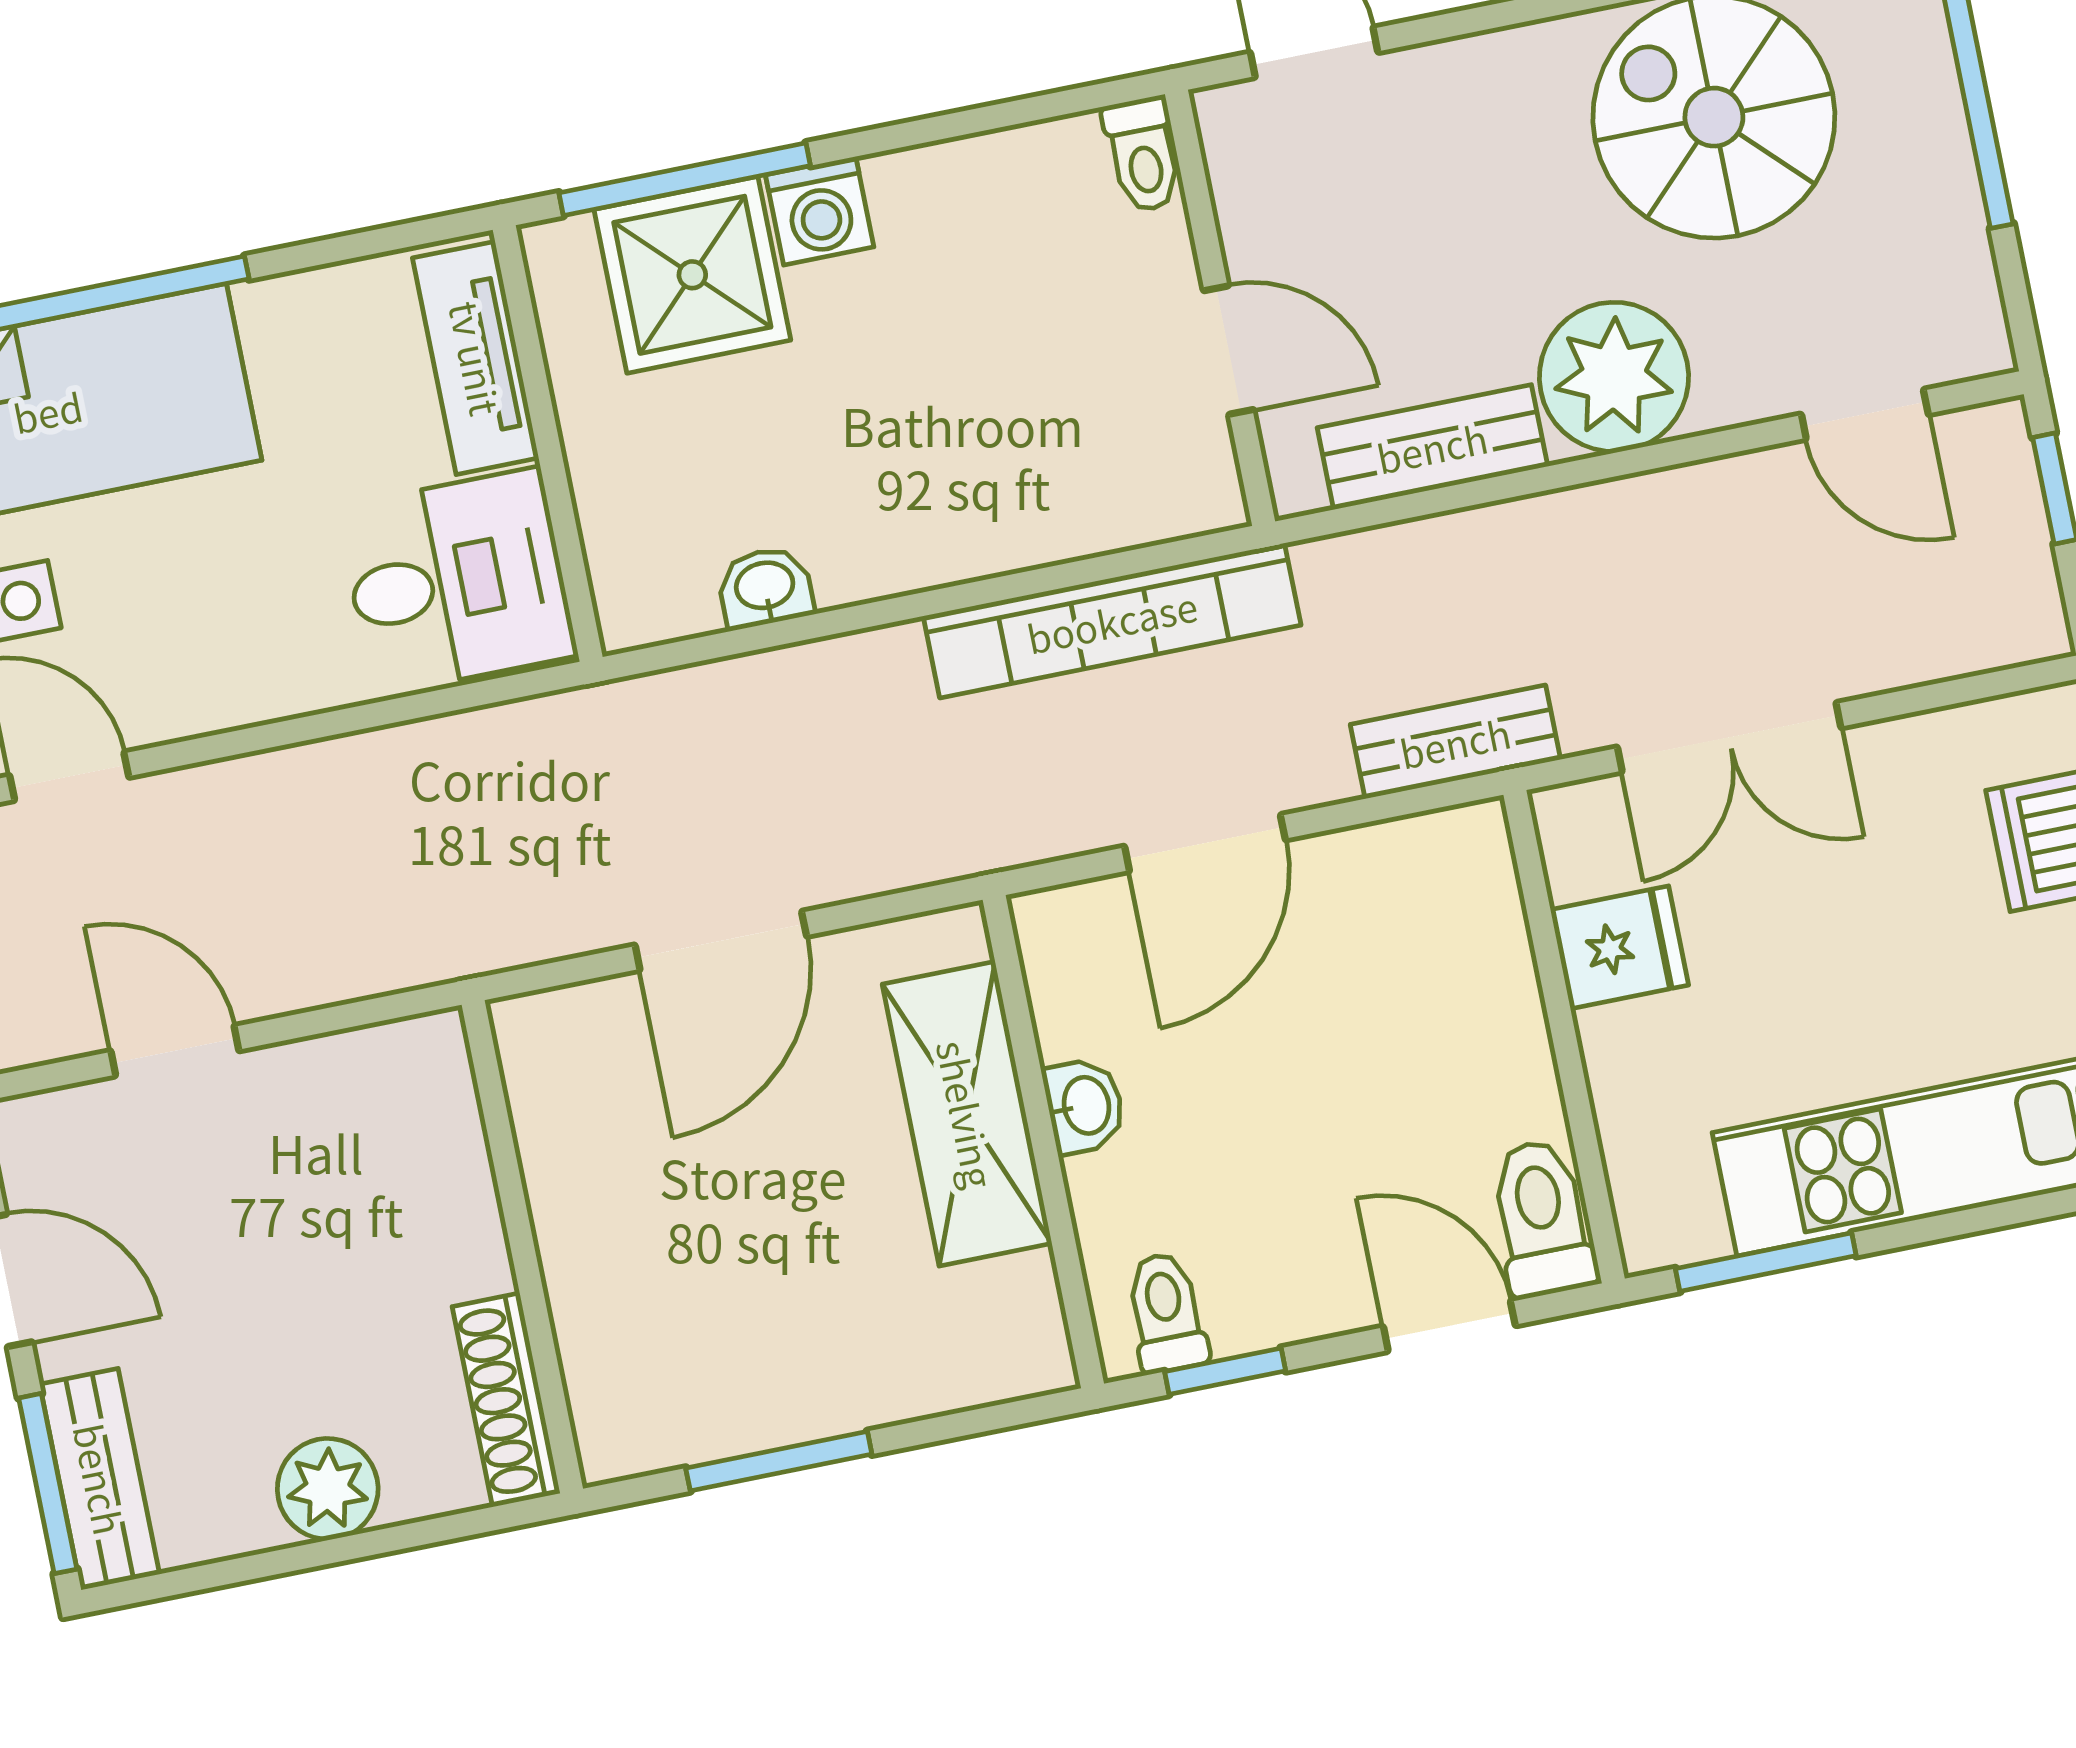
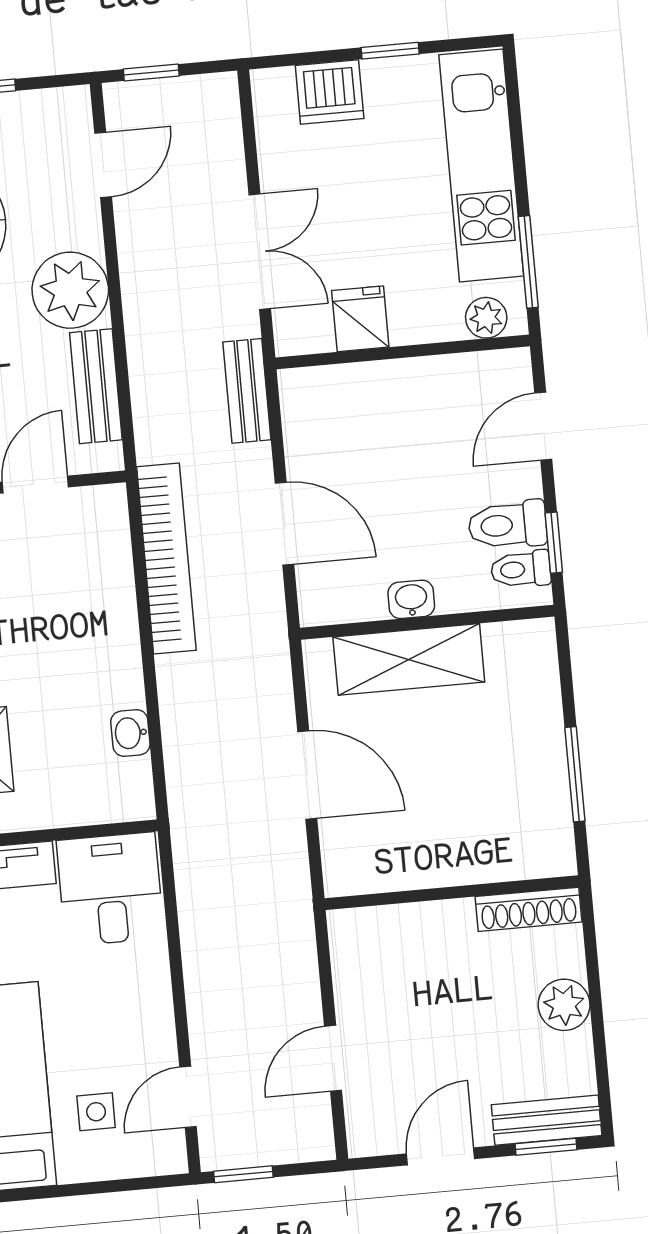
plant: (1648, 1192) -> (486, 318), added
toilet: (1542, 1218) -> (507, 525), moved
window: (48, 1484) -> (546, 1147), width x0.67

